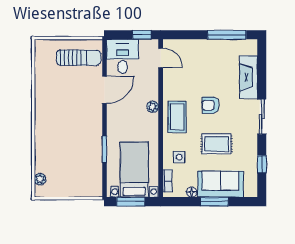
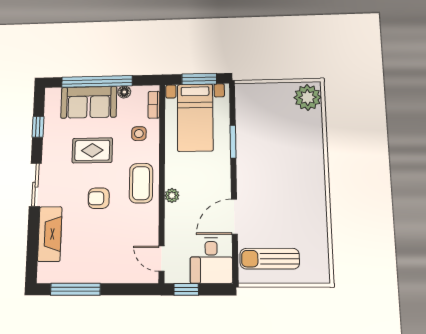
armchair: (210, 105) -> (99, 198), turned 180
plant: (40, 179) -> (308, 97), width x1.88, depth x1.88
window: (214, 202) -> (97, 81), width x2.11

